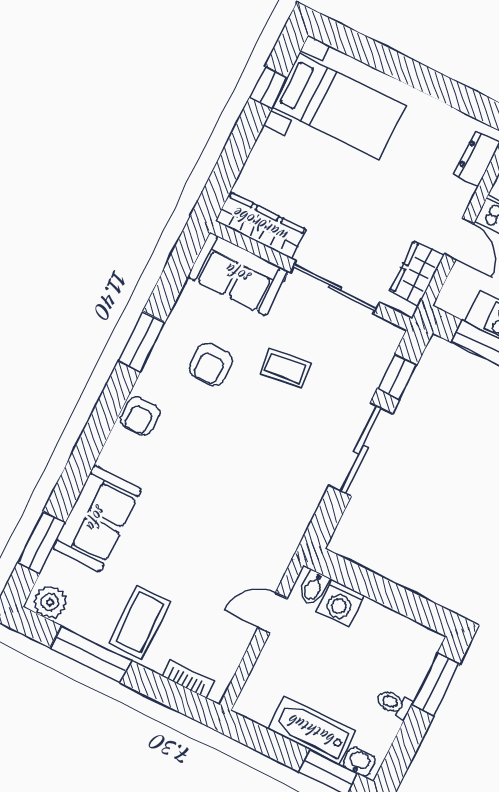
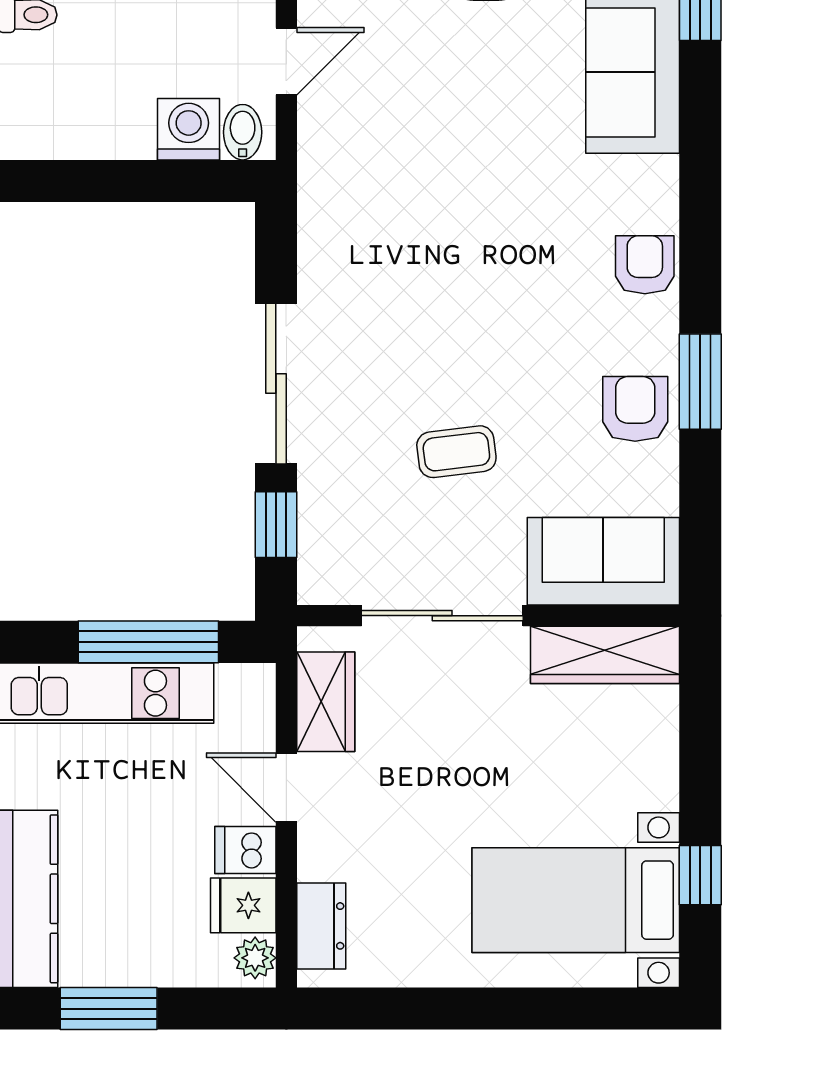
armchair: (211, 364) -> (635, 409), moved

